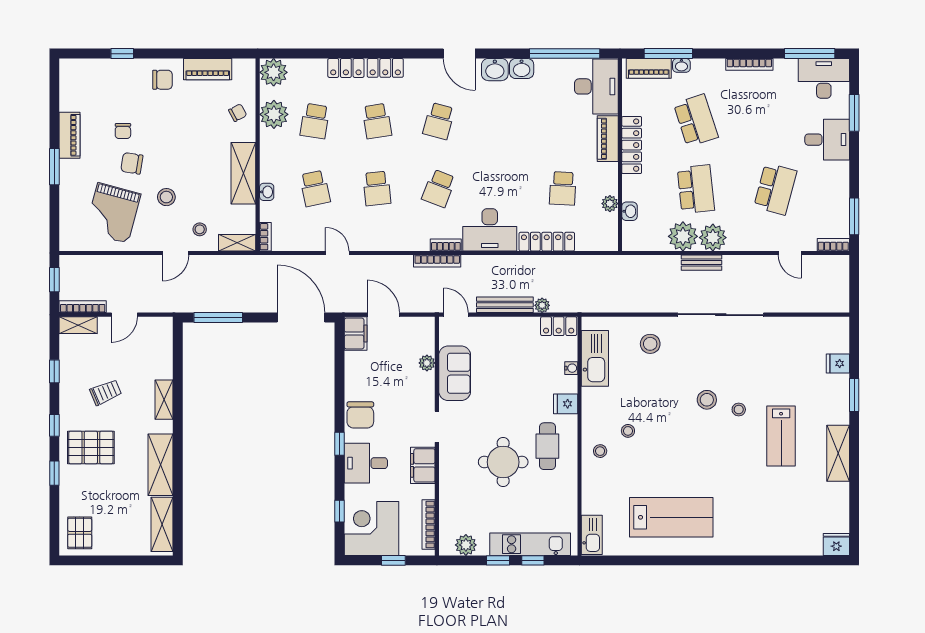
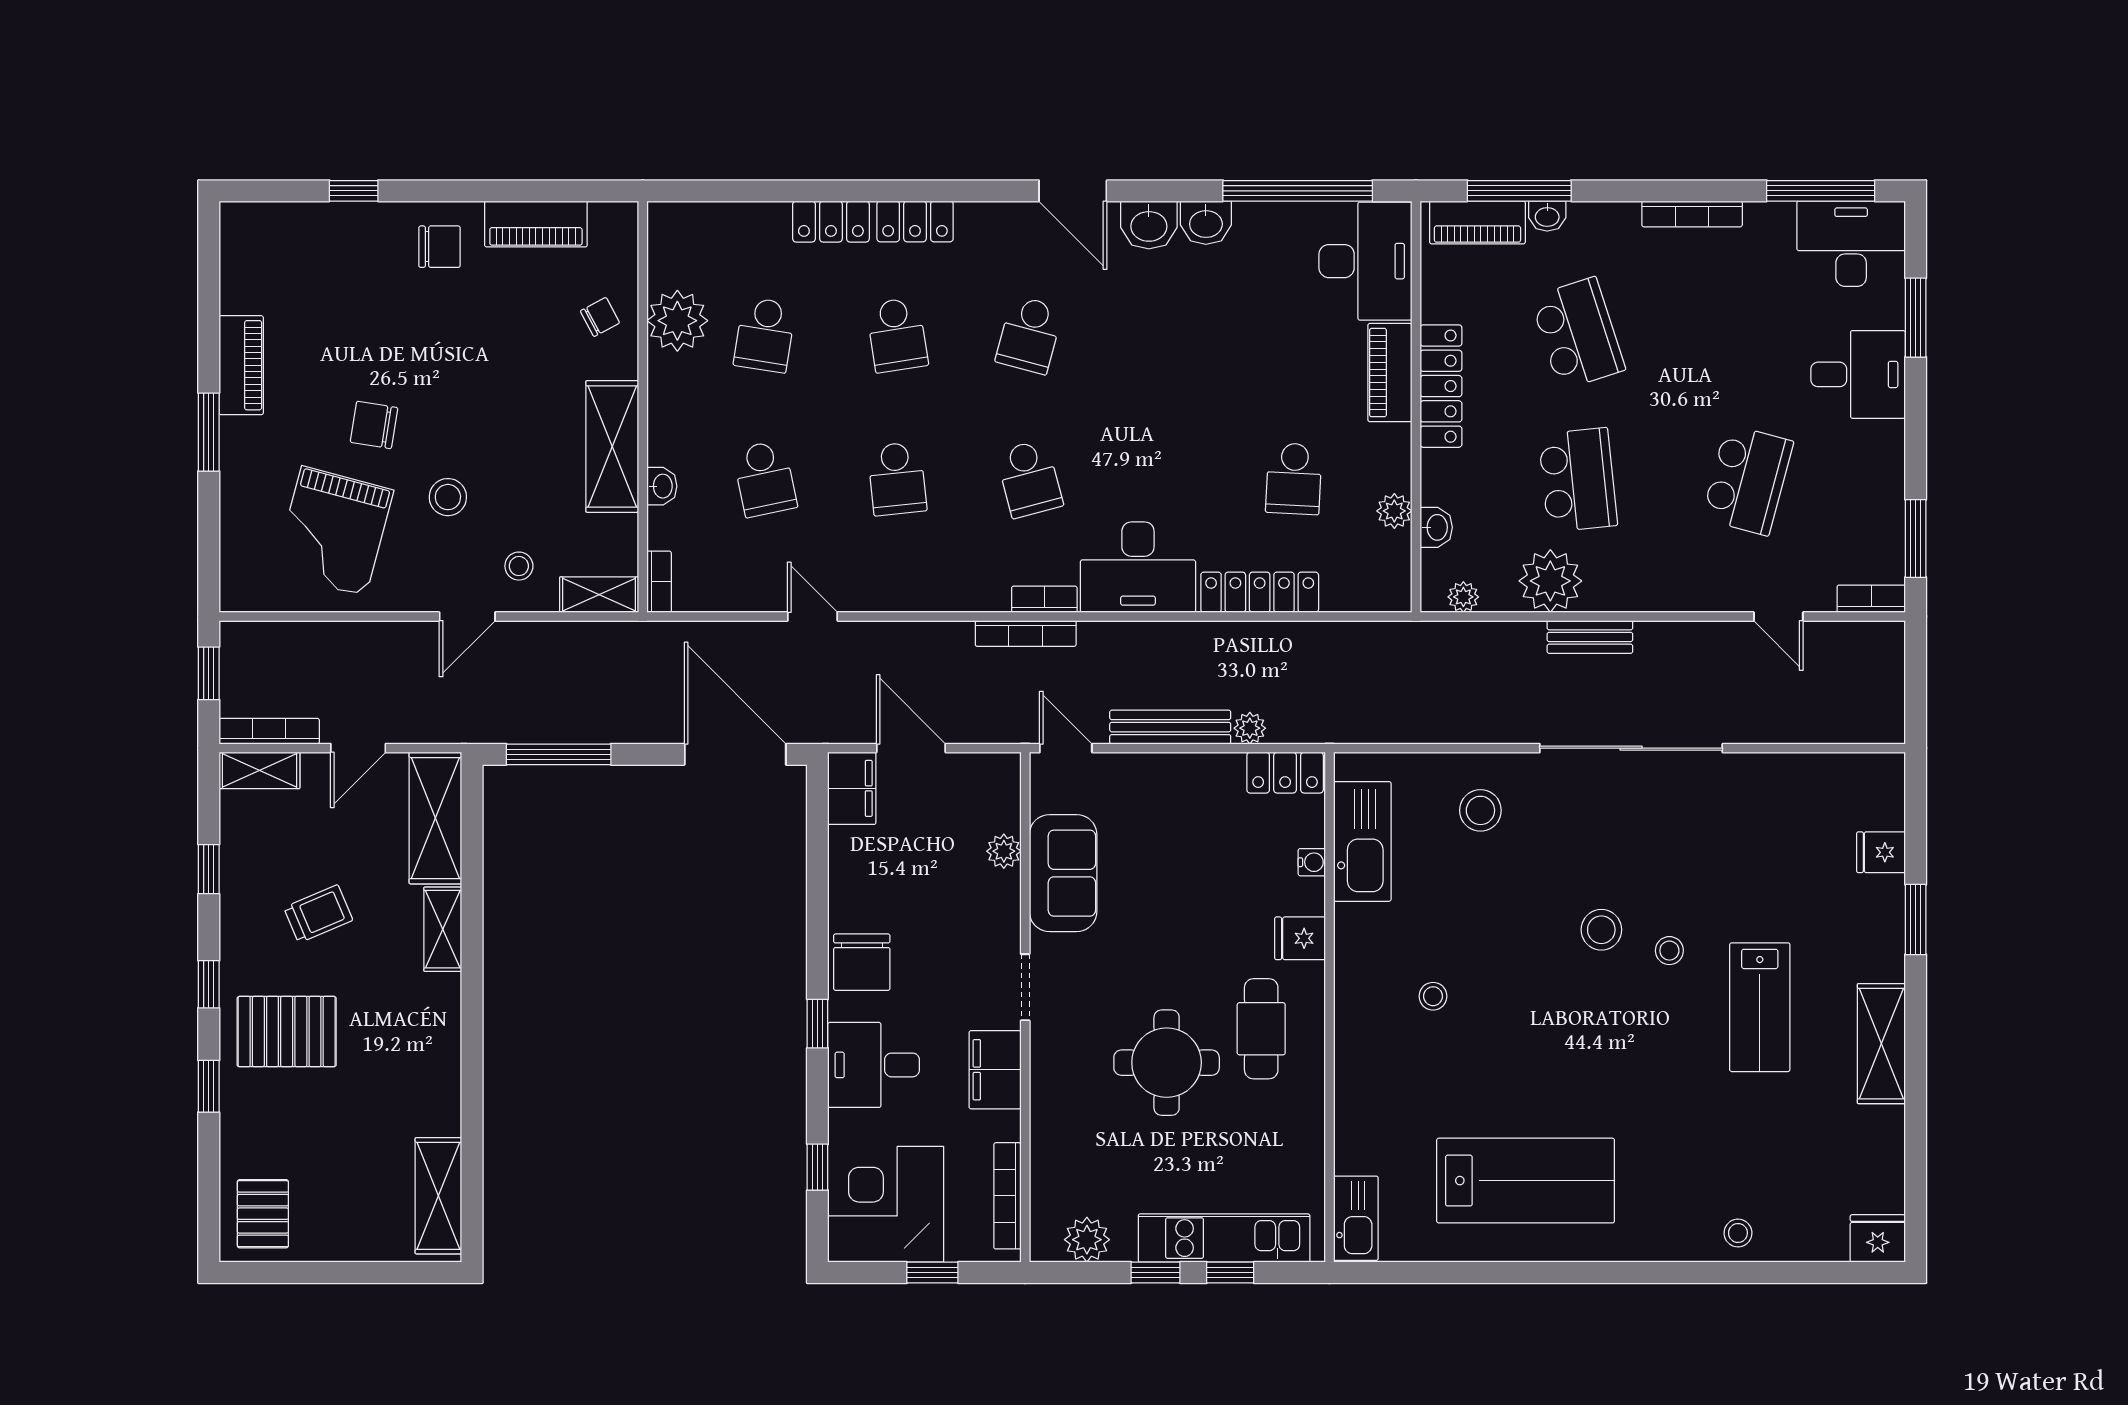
plant: (274, 72) -> (676, 231), removed
chair: (123, 131) -> (355, 356), removed
school desk: (439, 188) -> (1029, 479), turned -36
plant: (713, 238) -> (1463, 597), moved, width x0.53, depth x0.53
stool: (600, 451) -> (1738, 1233), moved
shelving: (161, 465) -> (435, 818), moved

